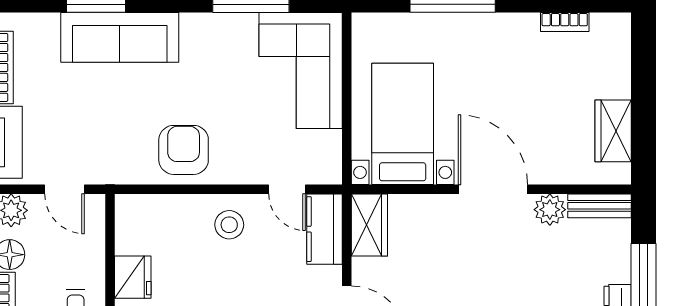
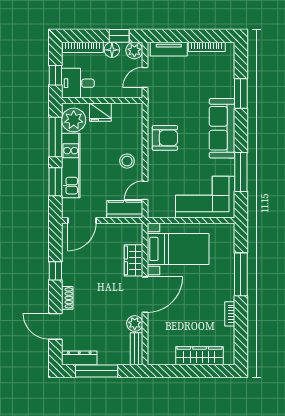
bookcase: (565, 22) -> (230, 314), moved
sofa: (120, 37) -> (222, 128), moved
wardrobe: (613, 131) -> (199, 356), moved, width x1.50
wardrobe: (369, 225) -> (134, 260), moved, turned 90

